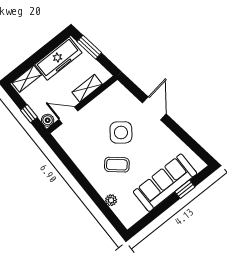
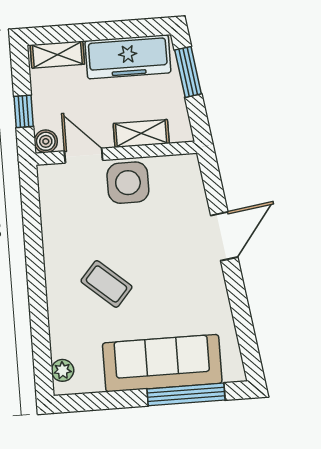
side table: (121, 132) -> (128, 183), moved, turned -37
window: (185, 189) -> (186, 394), width x2.17
plant: (111, 200) -> (63, 370), moved

